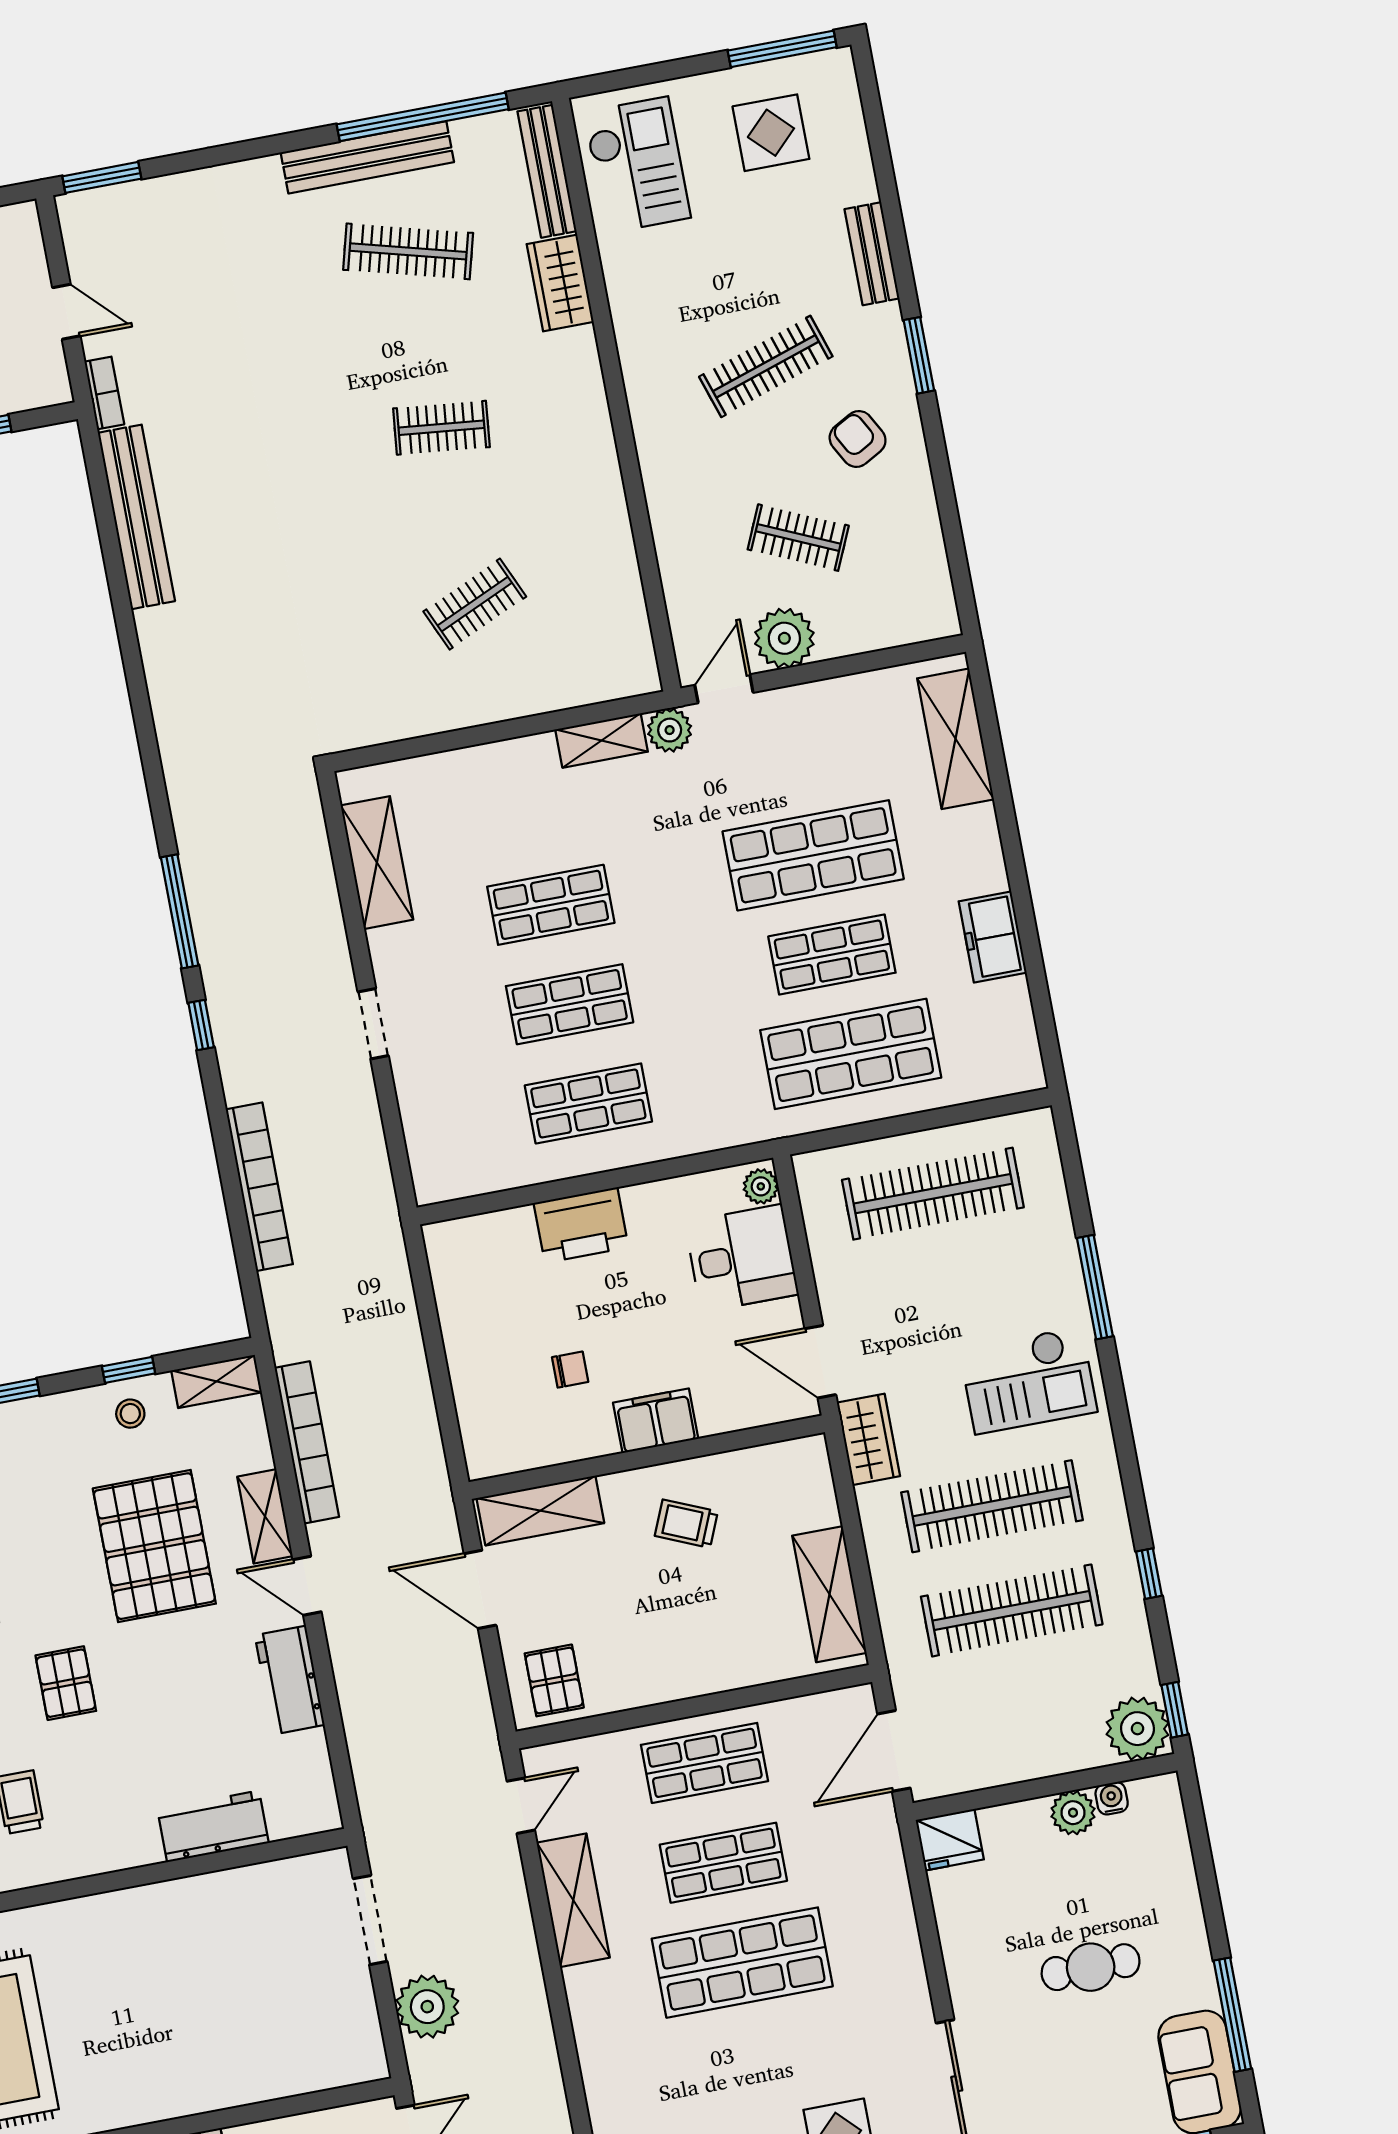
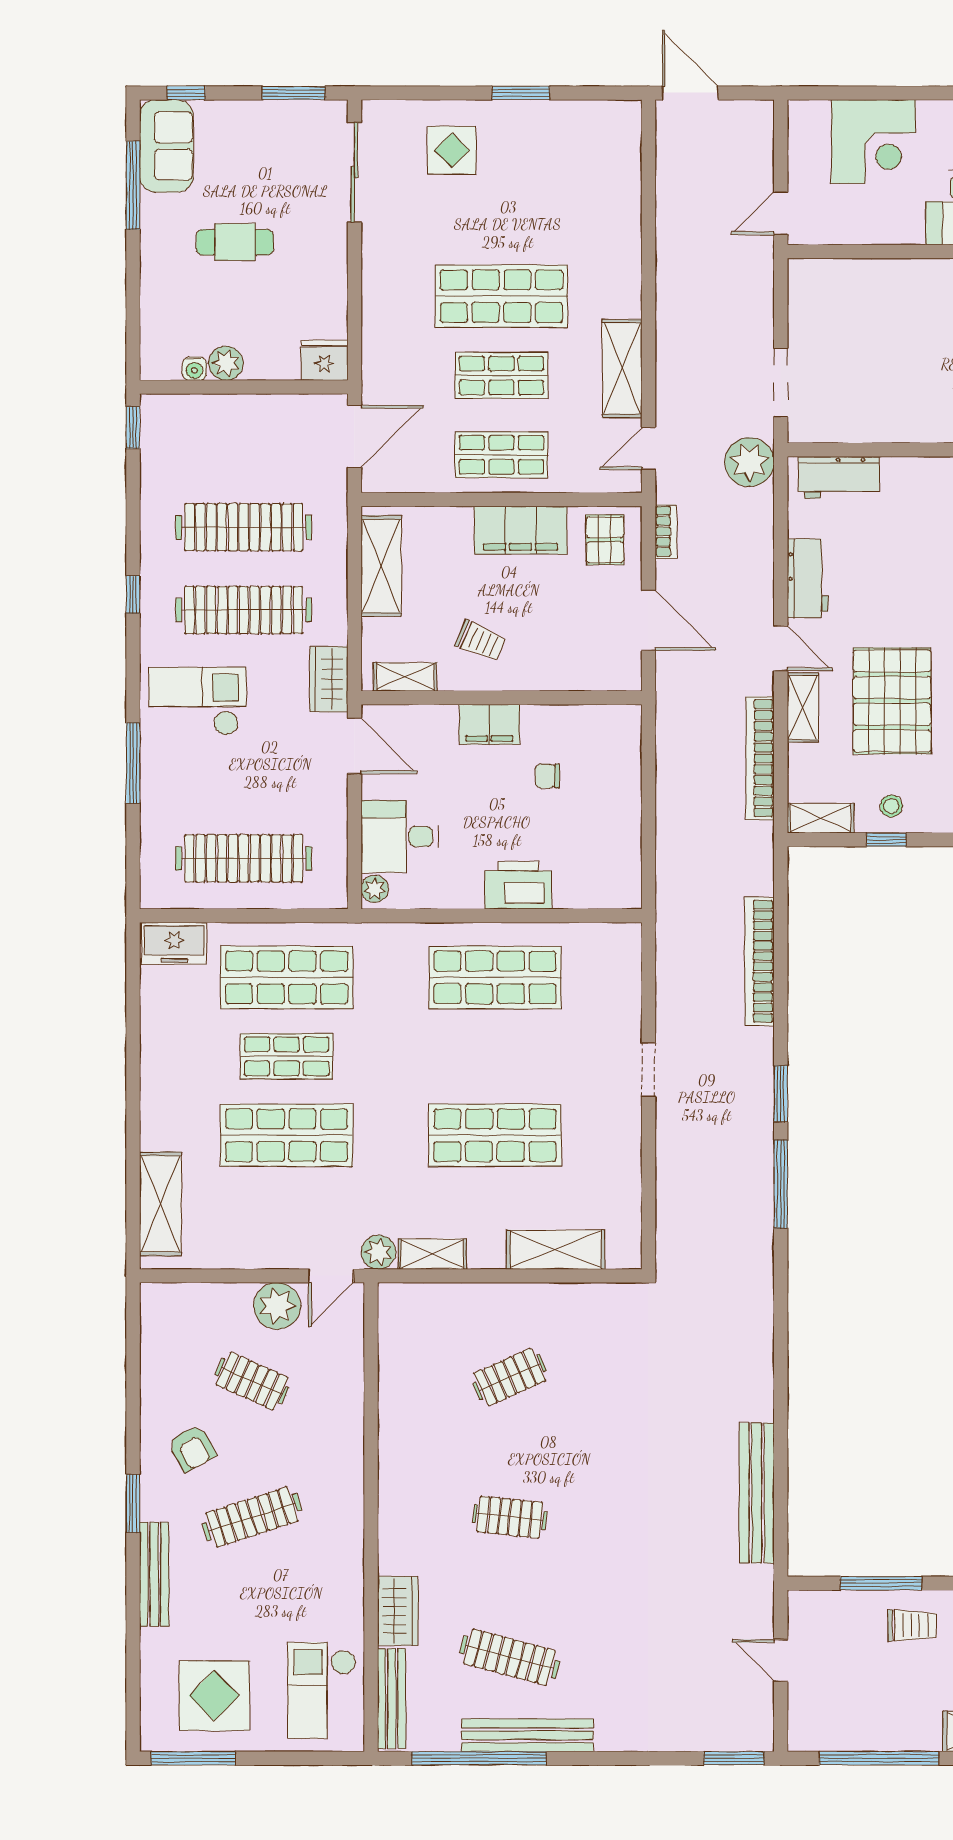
display table: (771, 133) -> (214, 1696), width x1.36, depth x1.36
bench: (872, 254) -> (154, 1574), width x1.36
bookcase: (104, 393) -> (666, 531), moved, turned 180
shelving: (377, 863) -> (556, 1250), moved, turned 90
shop shelf: (551, 905) -> (495, 1135), width x1.43, depth x1.36
freezer: (993, 937) -> (174, 943), moved, turned 90
shop shelf: (570, 1004) -> (495, 1056), removed
window: (201, 1025) -> (781, 1094), width x1.50
shop shelf: (588, 1103) -> (495, 977), width x1.43, depth x1.36
shelving: (540, 1511) -> (405, 677), moved, width x0.67, depth x0.75
window: (1149, 1574) -> (133, 595), moved
filing cabinet: (663, 1673) -> (520, 530), added
plant: (1137, 1729) -> (164, 418), removed
workbench: (213, 1826) -> (838, 477), moved
plant: (427, 2007) -> (749, 462), moved

